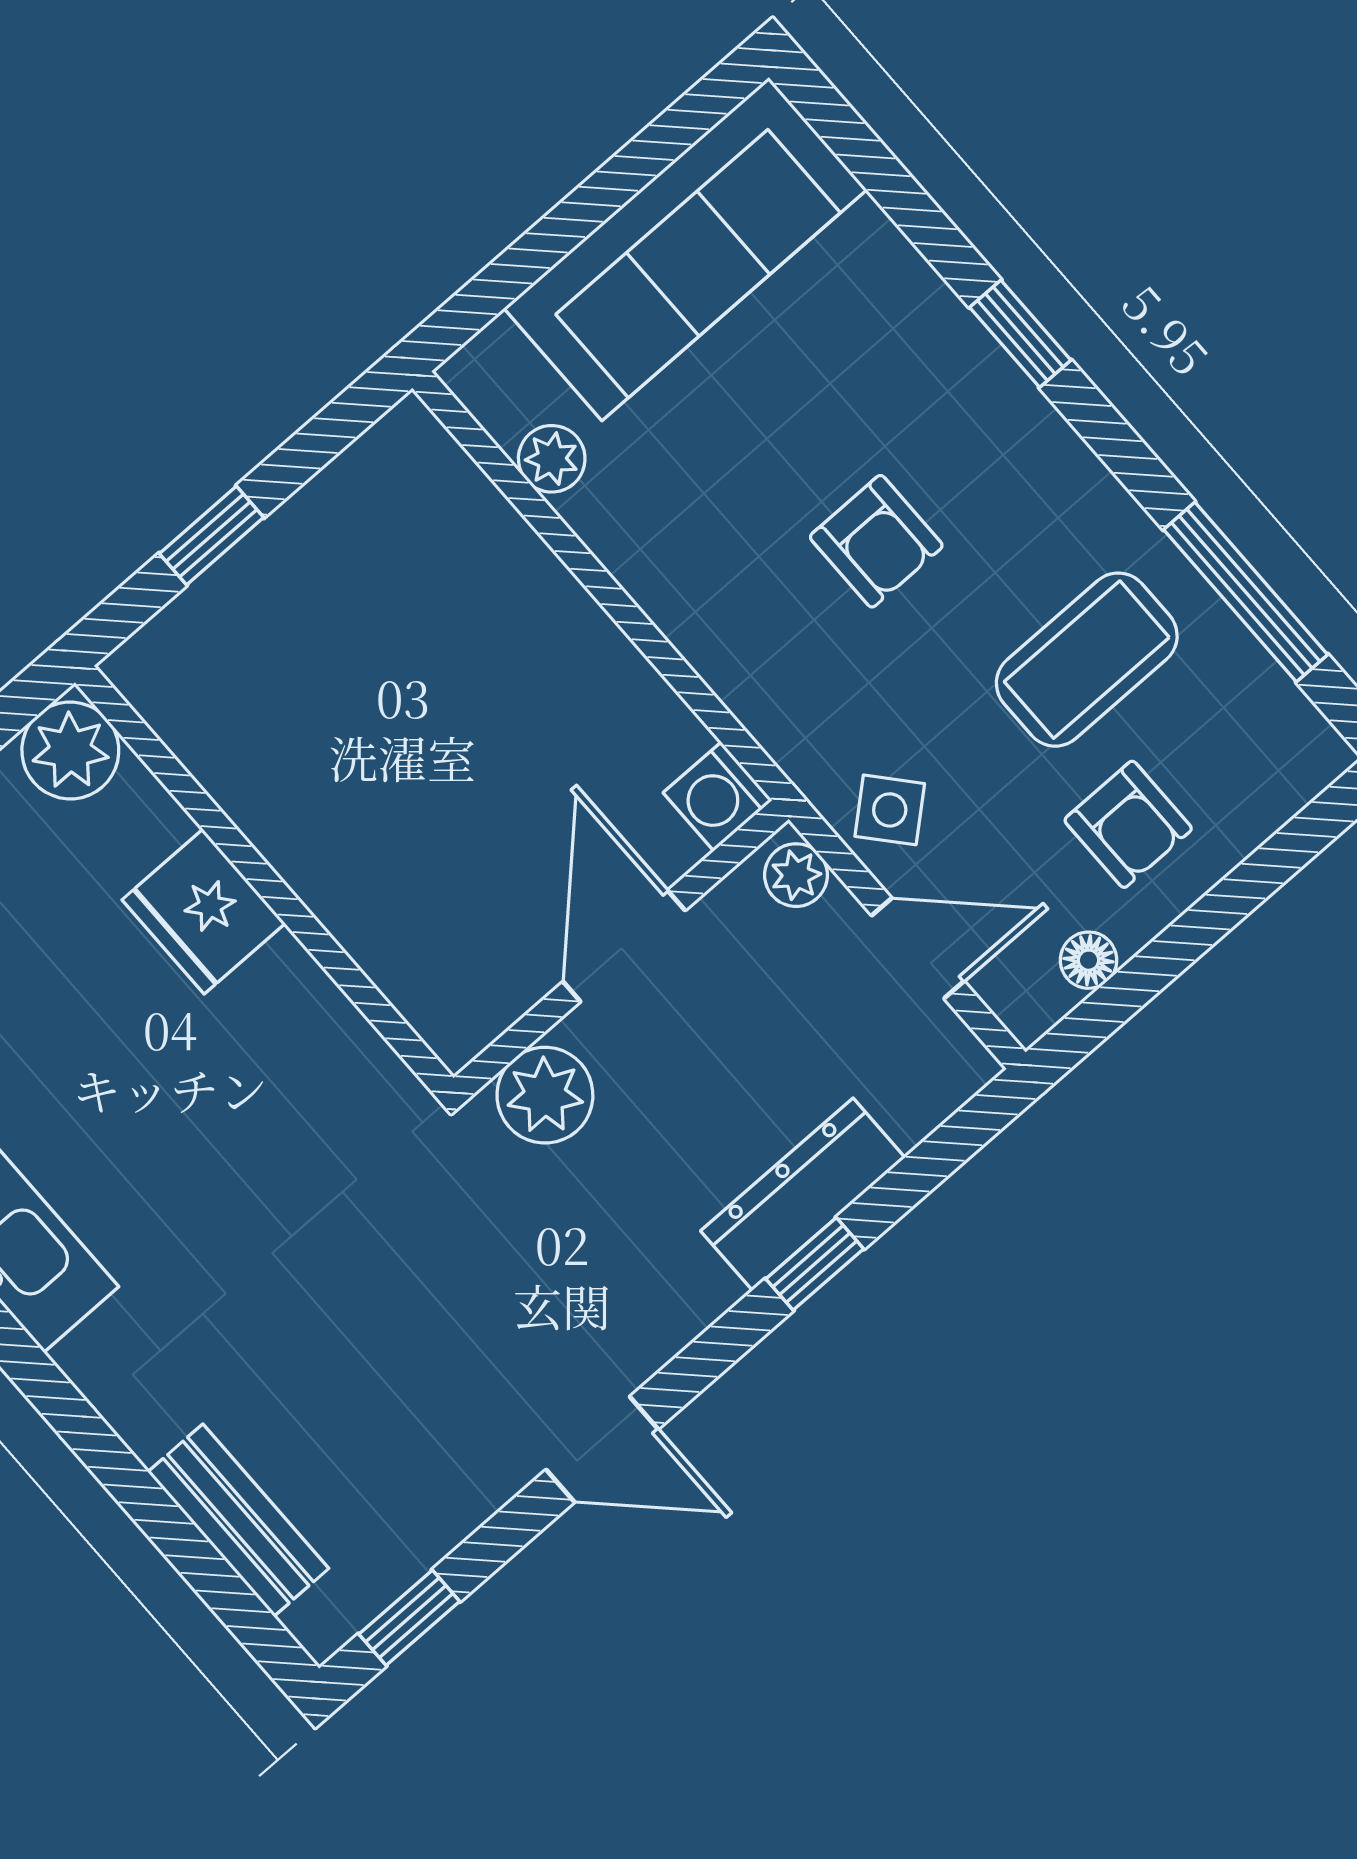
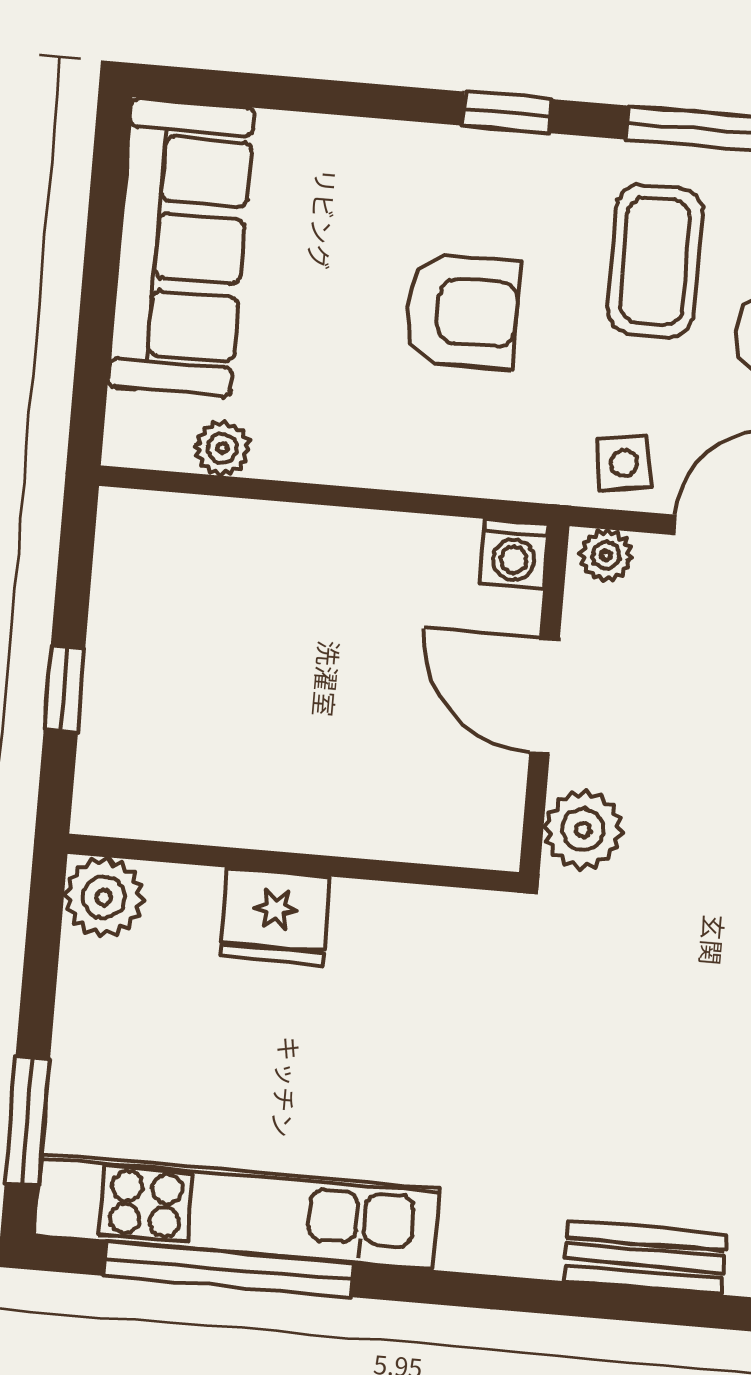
window: (1020, 334) -> (507, 112), moved
armchair: (876, 541) -> (462, 311), width x1.38, depth x1.38
side table: (890, 810) -> (624, 463), turned 31

